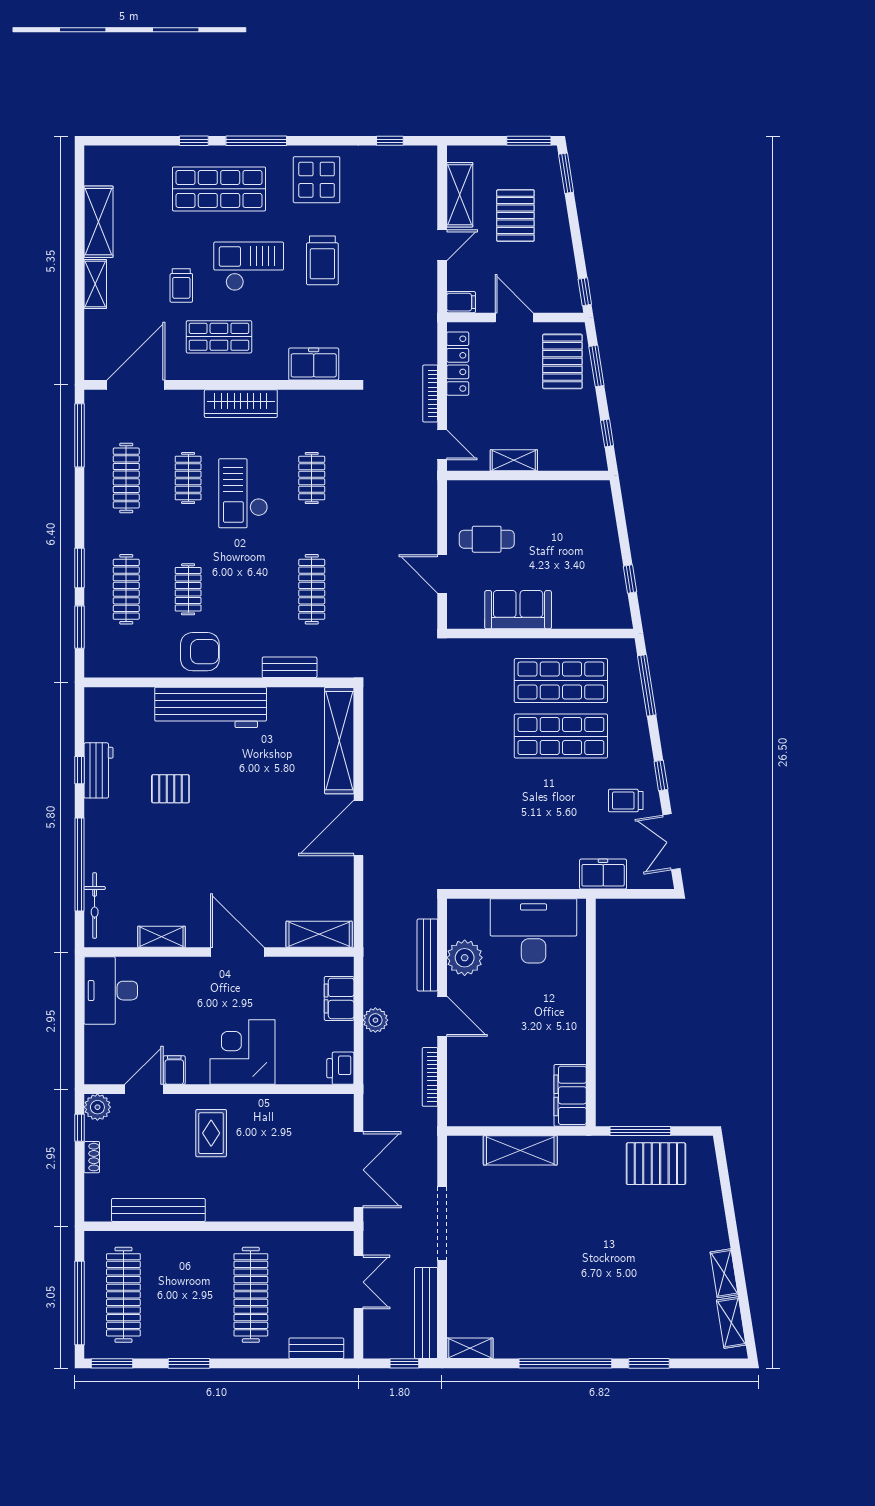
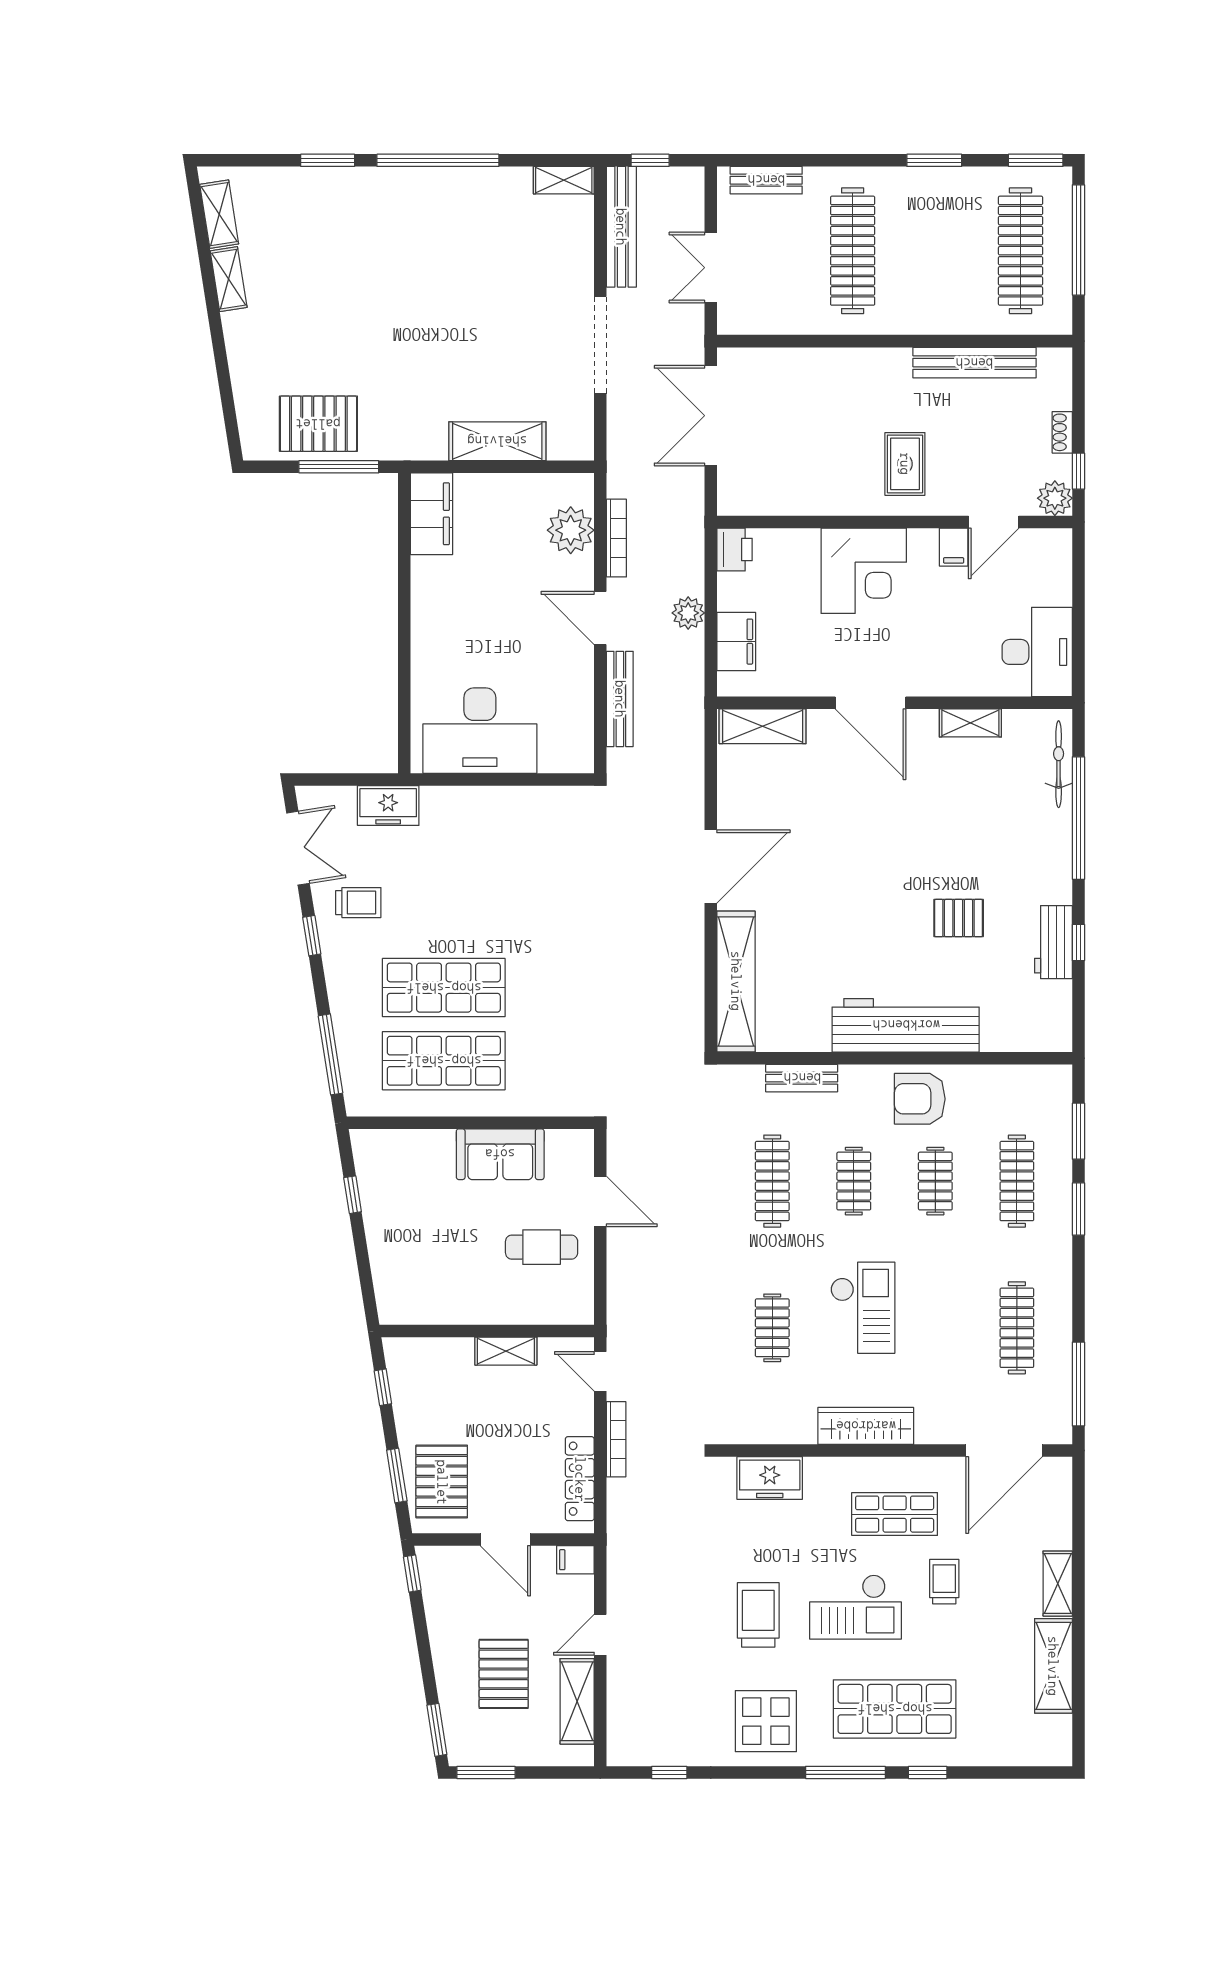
clothes rail: (188, 478) -> (854, 1181), moved
plant: (465, 958) -> (571, 530), moved

